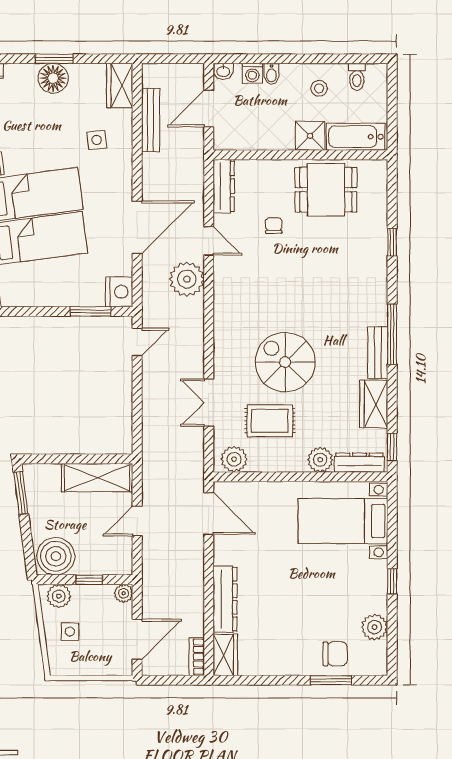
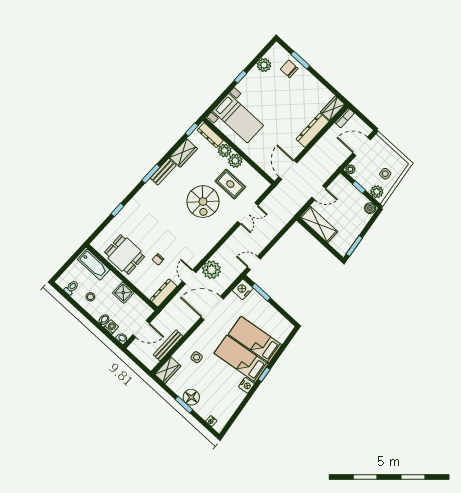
shower: (310, 136) -> (123, 293), moved
window: (392, 334) -> (151, 174), width x0.69
plant: (234, 459) -> (235, 161), moved
boiler: (56, 556) -> (370, 208), width x0.54, depth x0.54

